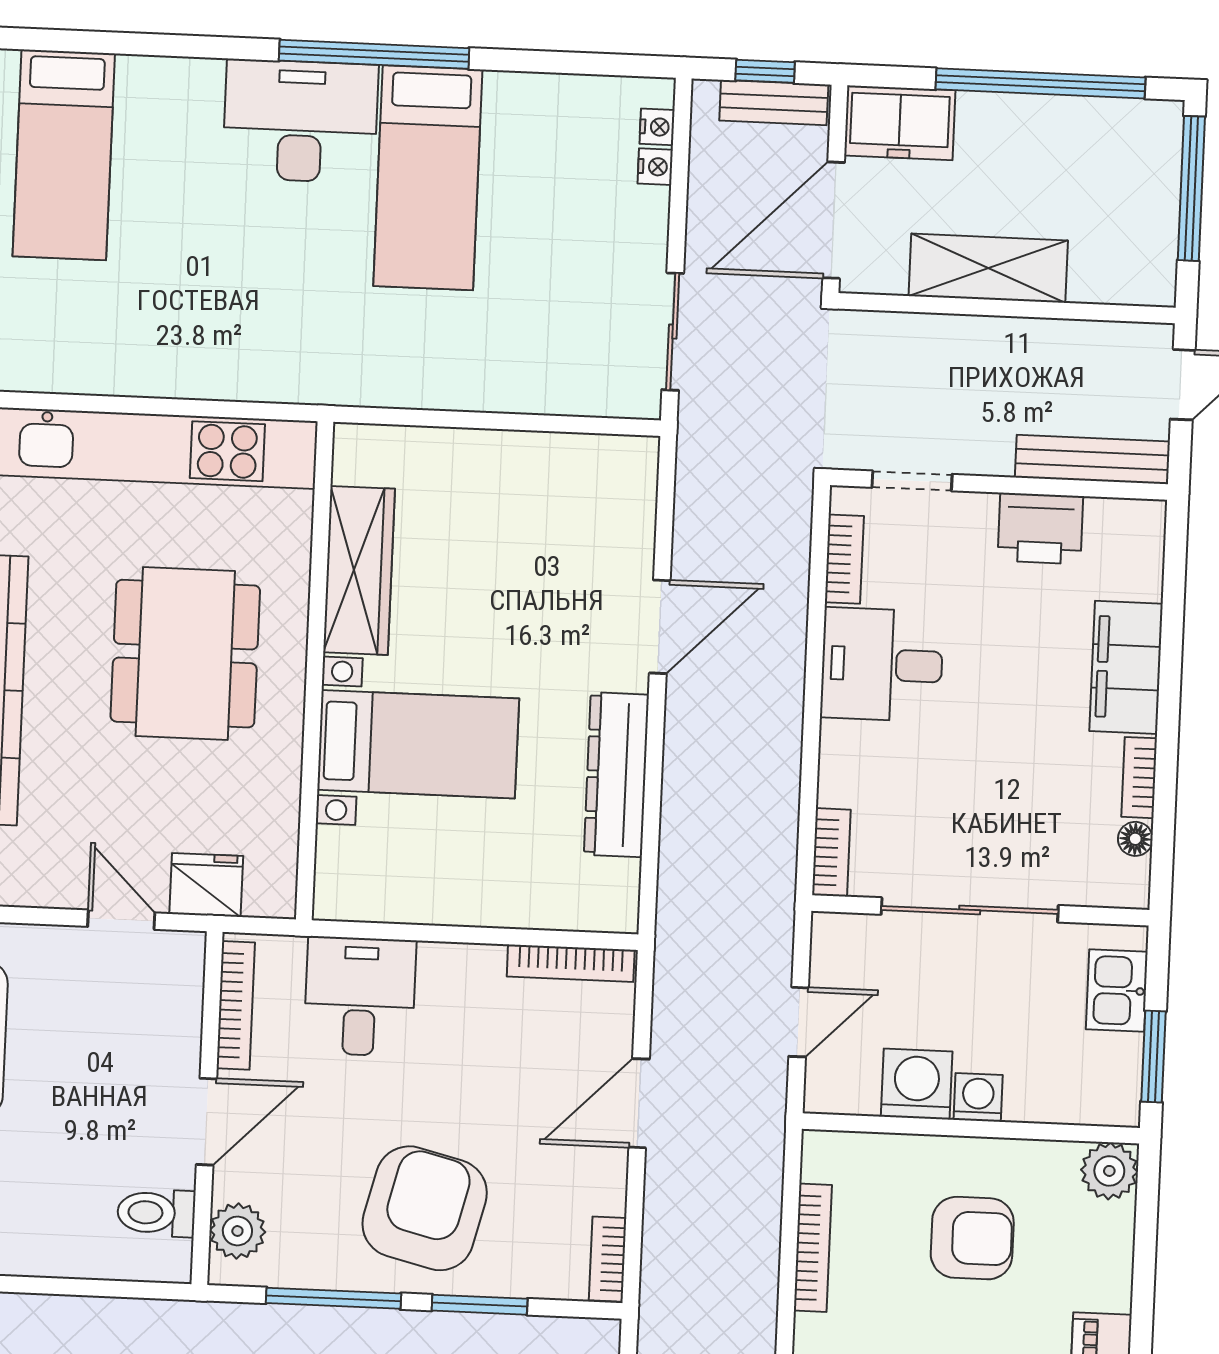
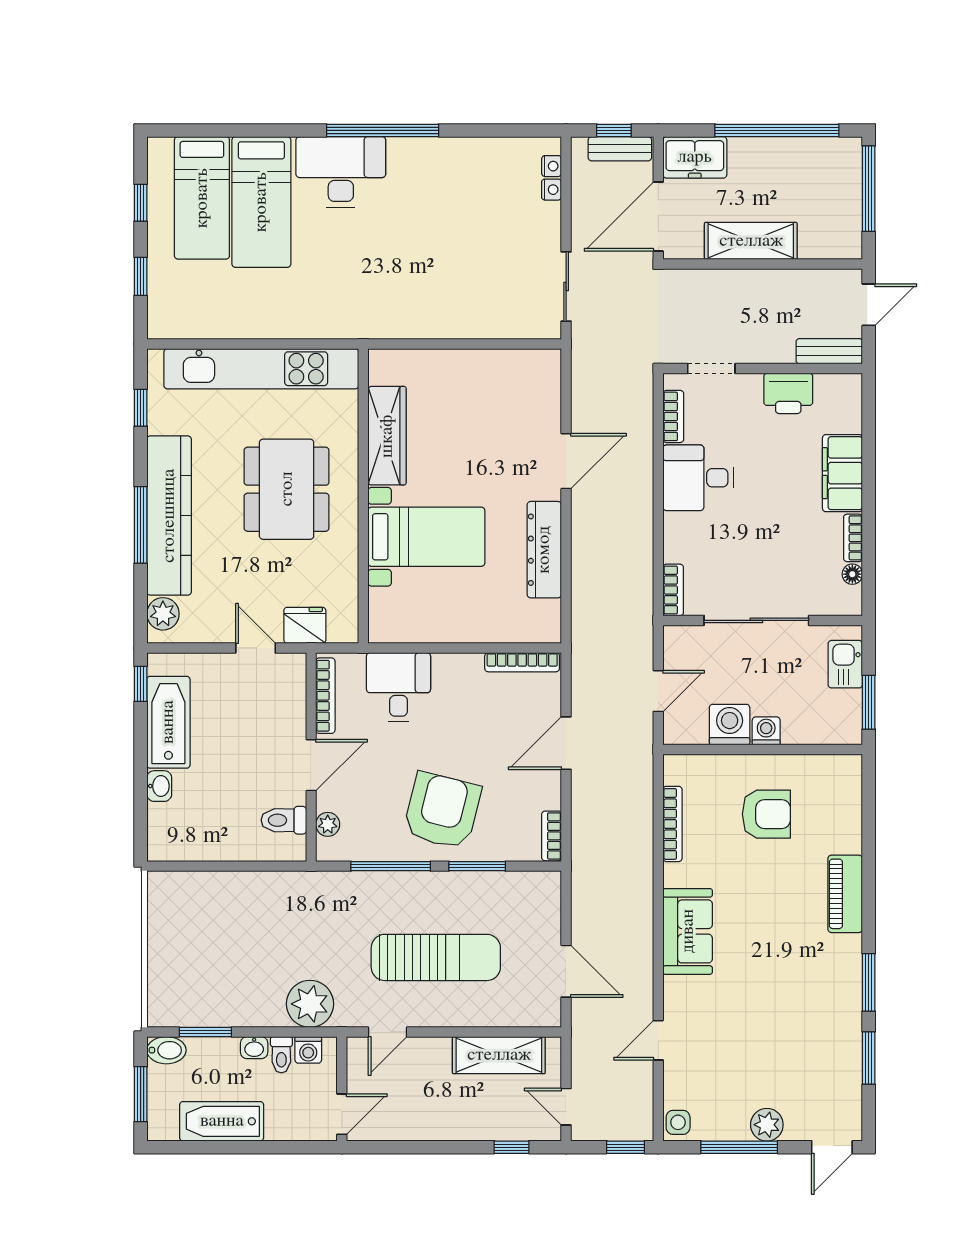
bed: (428, 178) -> (261, 202), moved
bench: (1092, 459) -> (829, 351), width x0.73
plant: (1109, 1171) -> (846, 771), removed
plant: (237, 1231) -> (328, 824), width x0.73, depth x0.73

